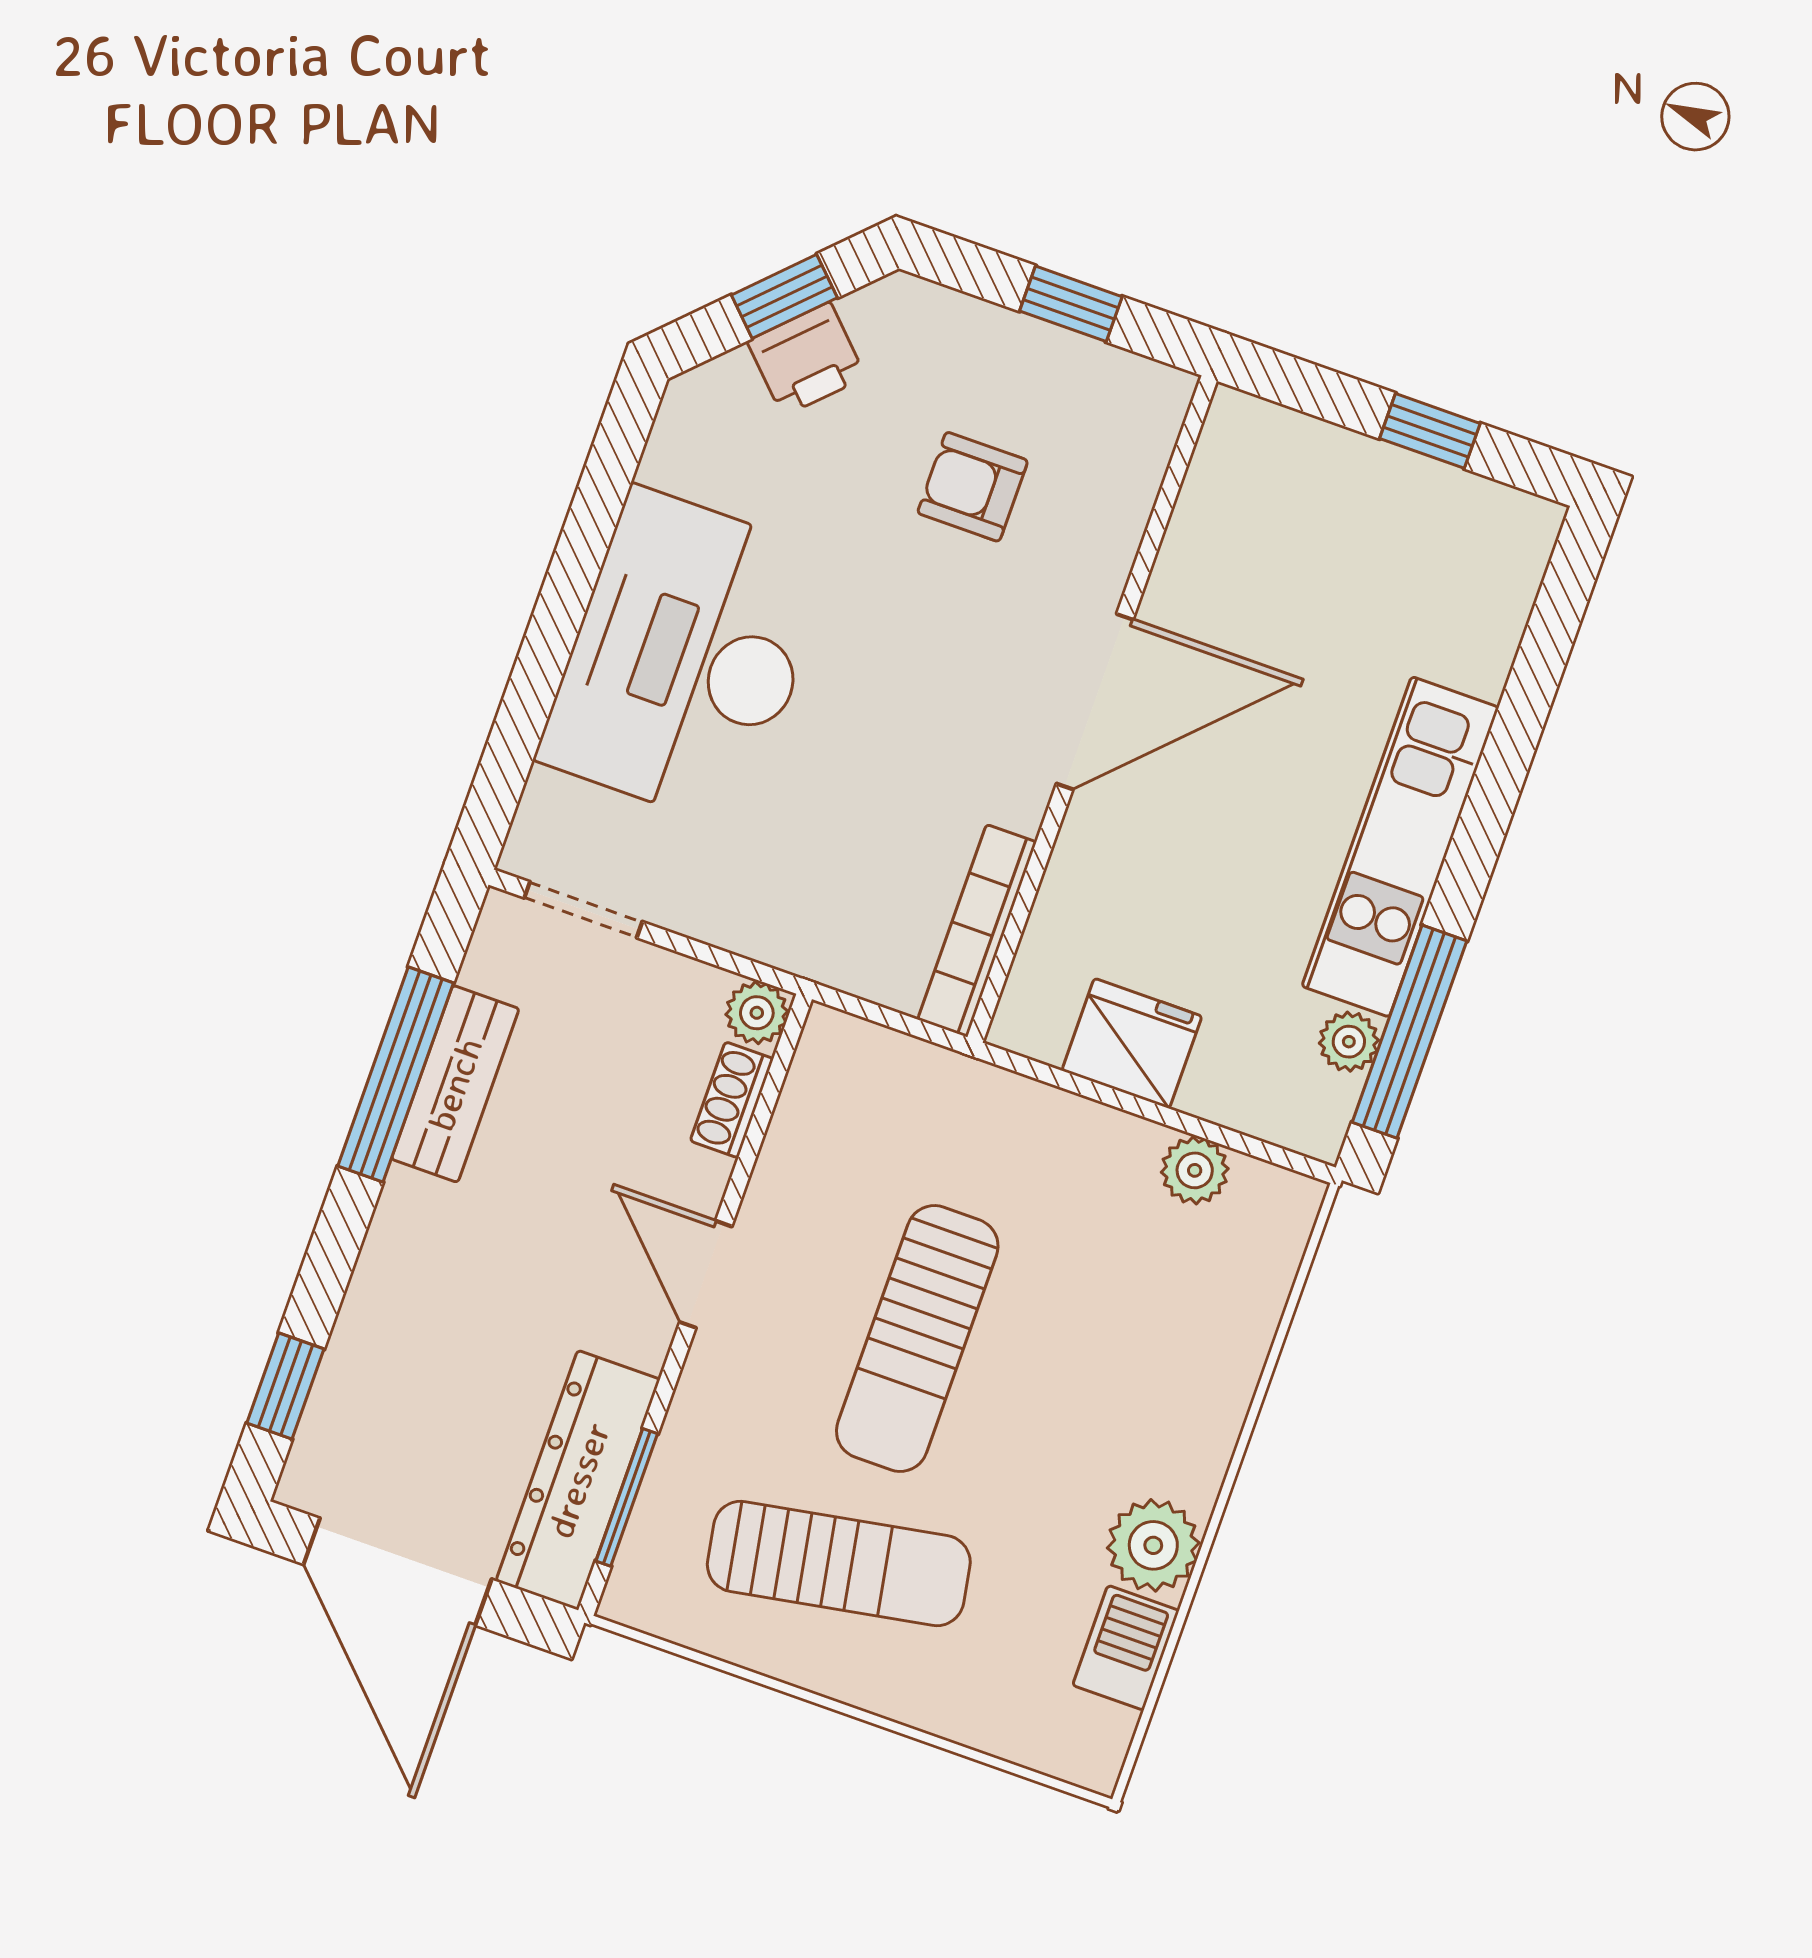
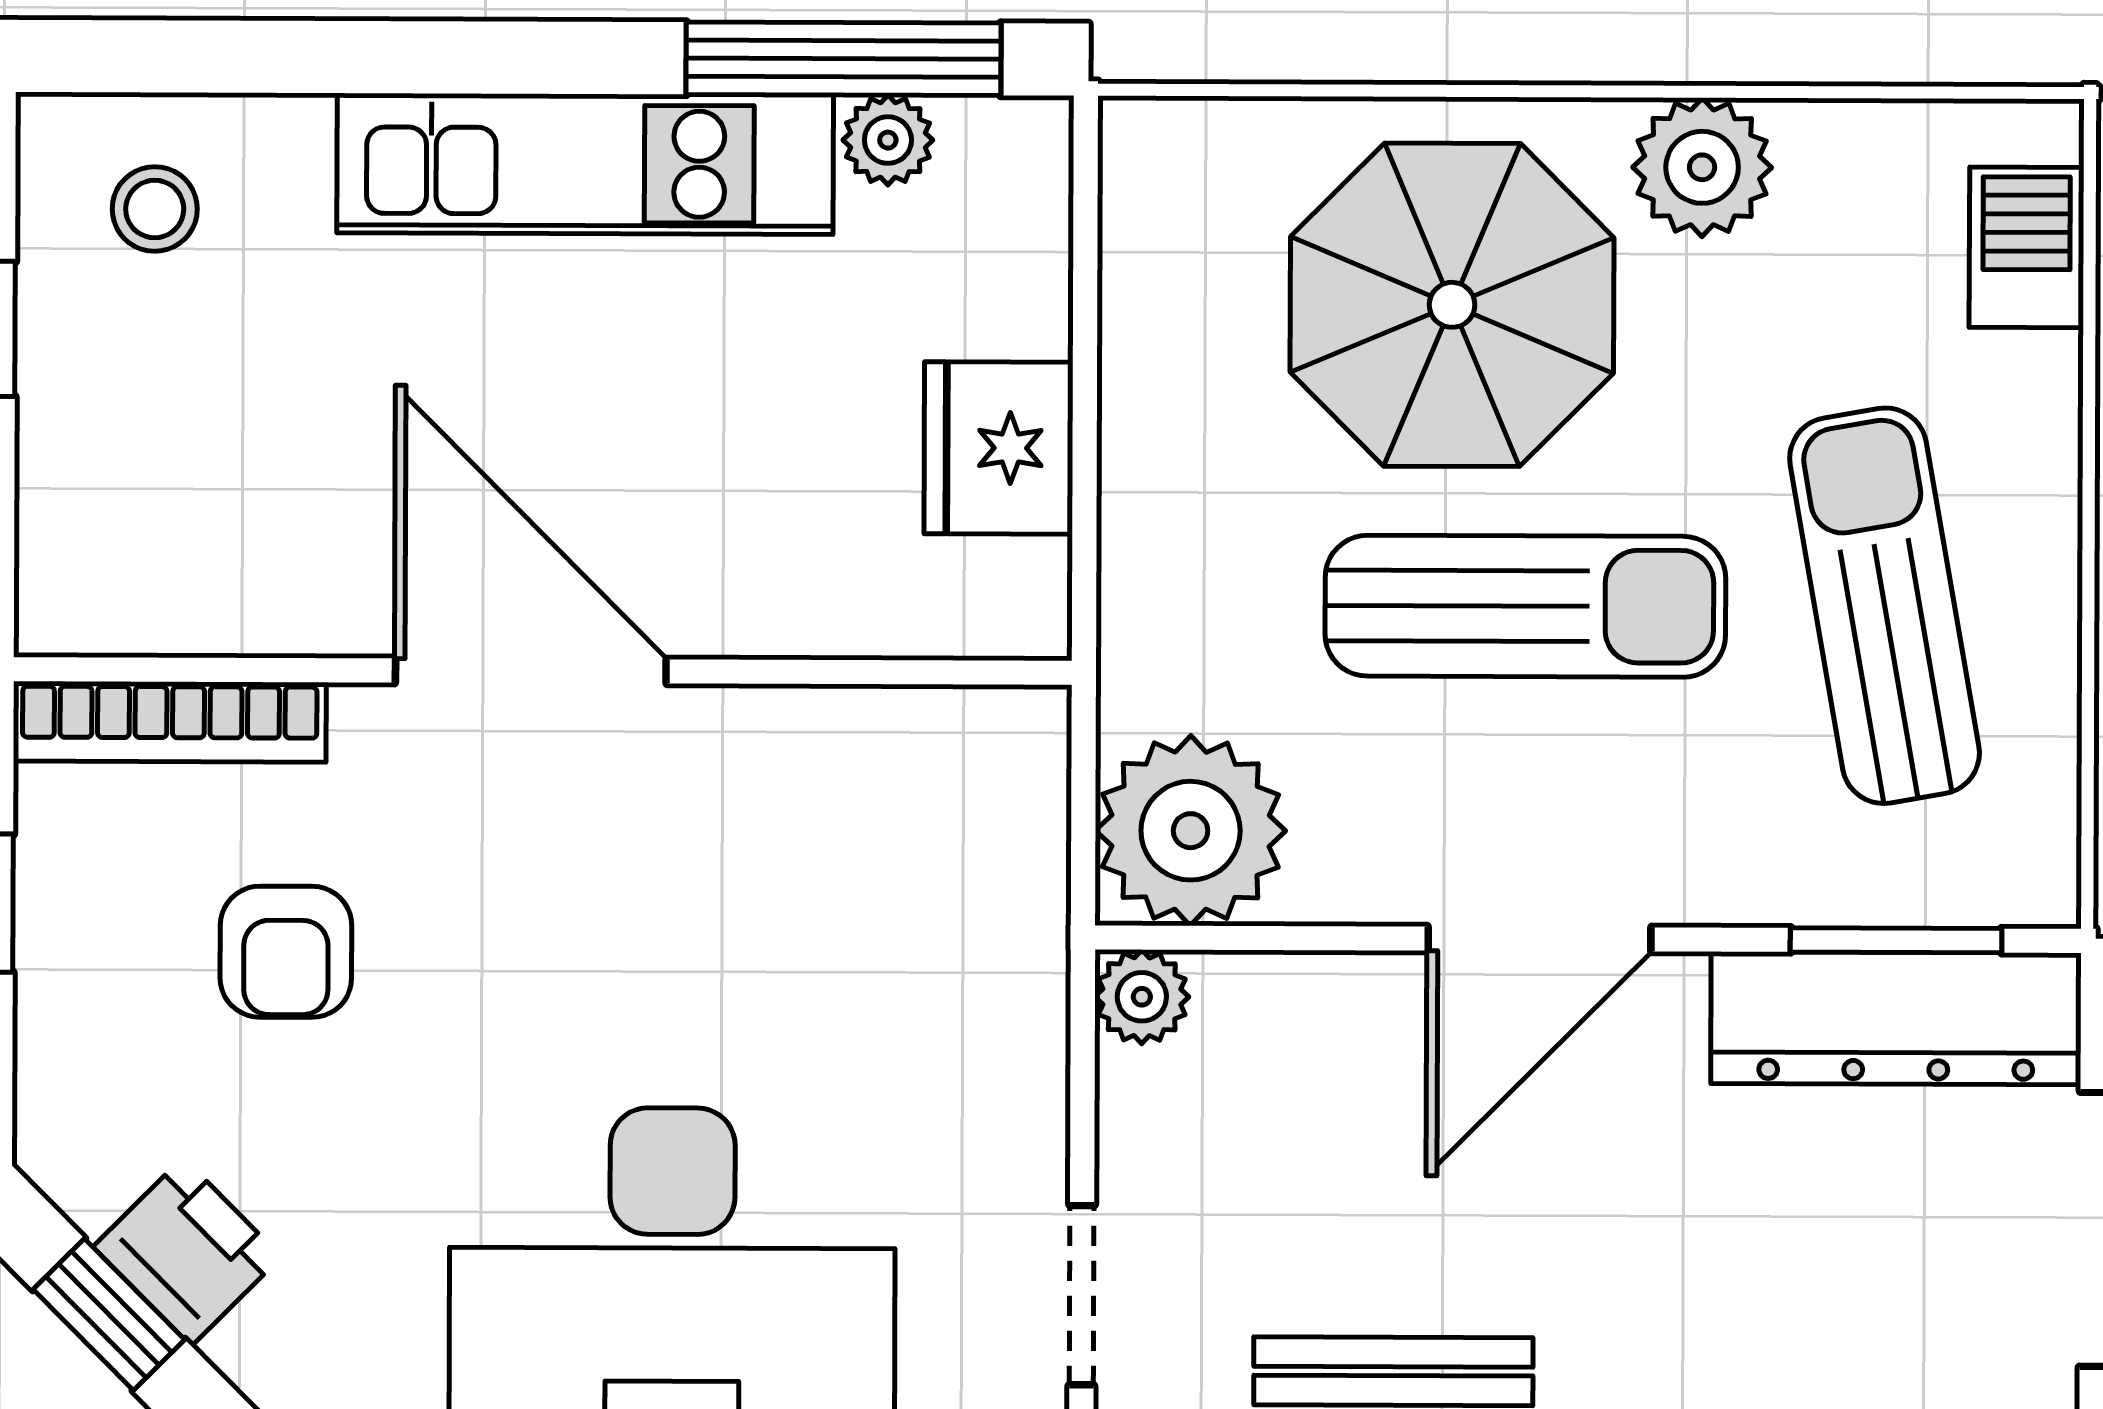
stool: (1466, 567) -> (155, 209), added
bookcase: (977, 931) -> (170, 722), moved
shoe rack: (732, 1100) -> (1278, 989), removed
plant: (1195, 1170) -> (1191, 831), moved, width x1.88, depth x1.88
door: (706, 1274) -> (1539, 939), width x1.38
parasol: (1122, 1359) -> (1452, 305), added
barbecue: (1126, 1648) -> (2026, 247), moved, turned 90

